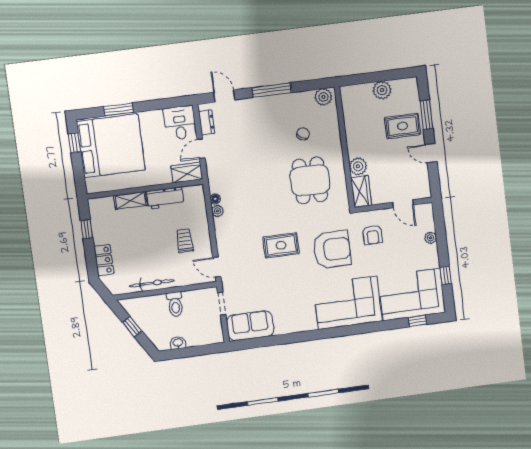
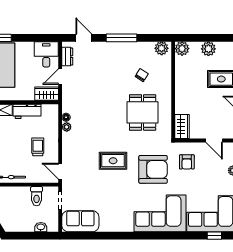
plant: (358, 166) -> (182, 49), moved
toilet: (175, 304) -> (37, 196), moved
washbasin: (178, 343) -> (41, 227), moved

